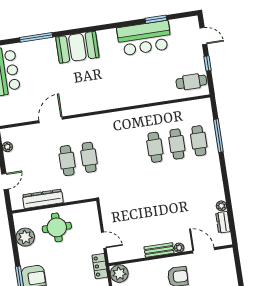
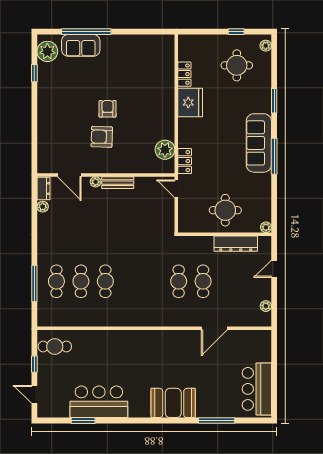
plant: (25, 237) -> (266, 227), moved, width x0.53, depth x0.53
plant: (179, 248) -> (96, 182), moved
bench: (159, 250) -> (118, 183), moved
door: (204, 250) -> (69, 175), moved
wall: (171, 255) -> (106, 175), moved

